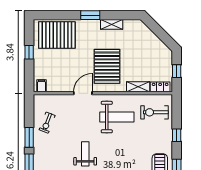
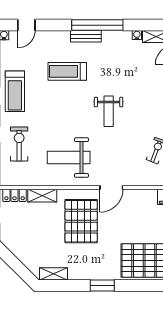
shelving: (112, 24) -> (53, 274), moved
exercise bike: (154, 112) -> (19, 144), moved, turned -90

